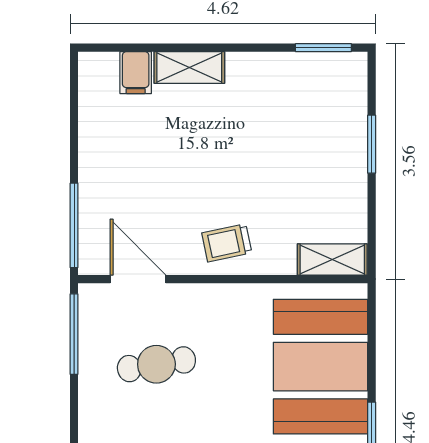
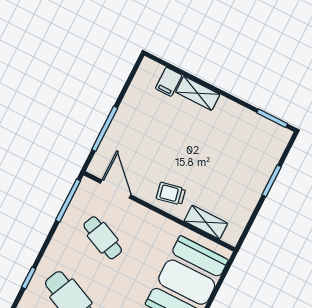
window: (74, 225) -> (105, 129), moved
shelving: (332, 259) -> (206, 222), moved
cafe table: (156, 364) -> (103, 238), turned 33

